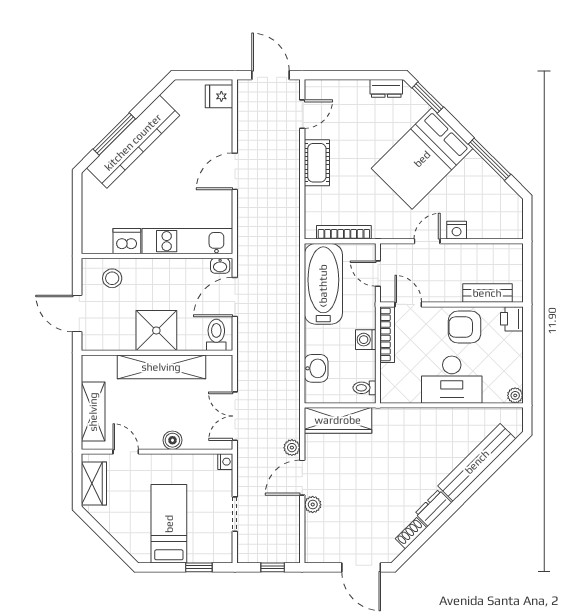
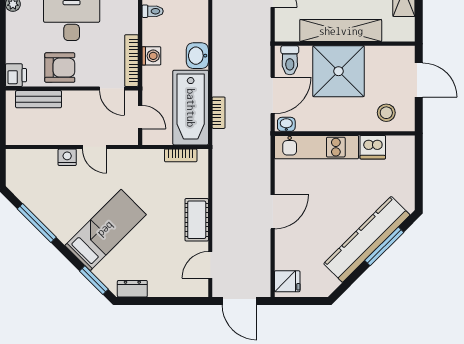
bed: (422, 159) -> (106, 230), width x0.67
bookcase: (344, 232) -> (181, 155), width x0.64
door: (427, 241) -> (94, 147), hinge flipped
bookcase: (293, 278) -> (219, 113), added
shower: (156, 330) -> (338, 71), width x1.37, depth x1.37
washbasin: (316, 368) -> (197, 56), moved

